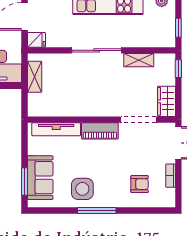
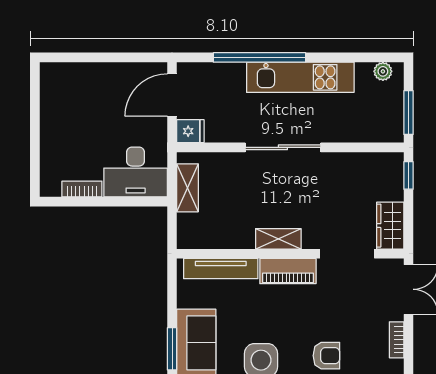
window: (178, 28) -> (409, 113), width x1.50
shelving: (139, 60) -> (278, 239), moved
armchair: (140, 184) -> (326, 356), moved

